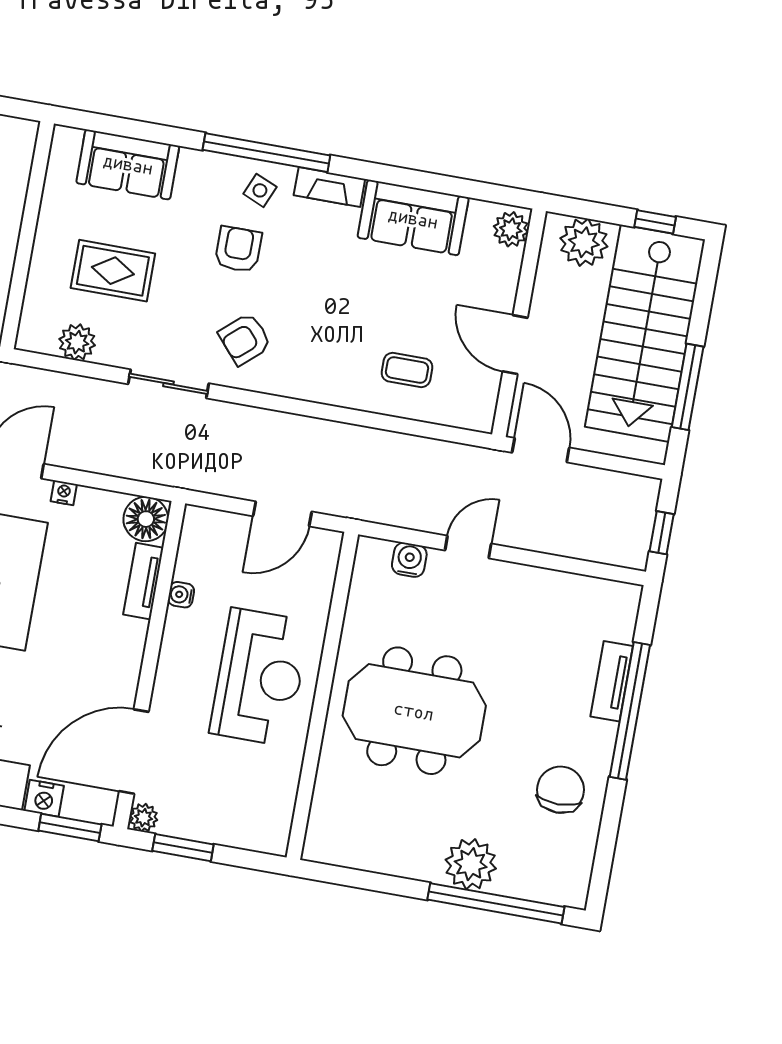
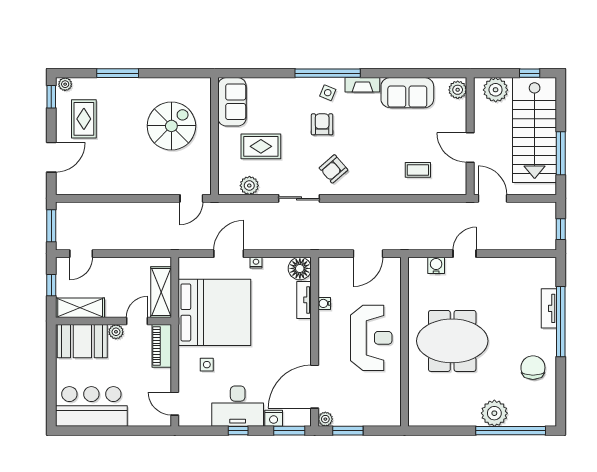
sofa: (128, 164) -> (232, 102), moved, turned -90

